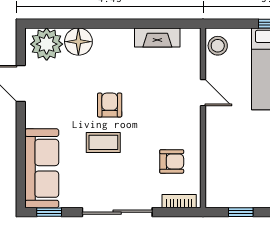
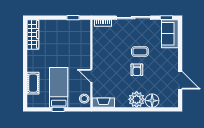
fireplace: (157, 37) -> (103, 103), moved
plant: (47, 44) -> (137, 99), moved
armchair: (172, 161) -> (107, 42), removed
sofa: (42, 168) -> (170, 34), width x0.73

